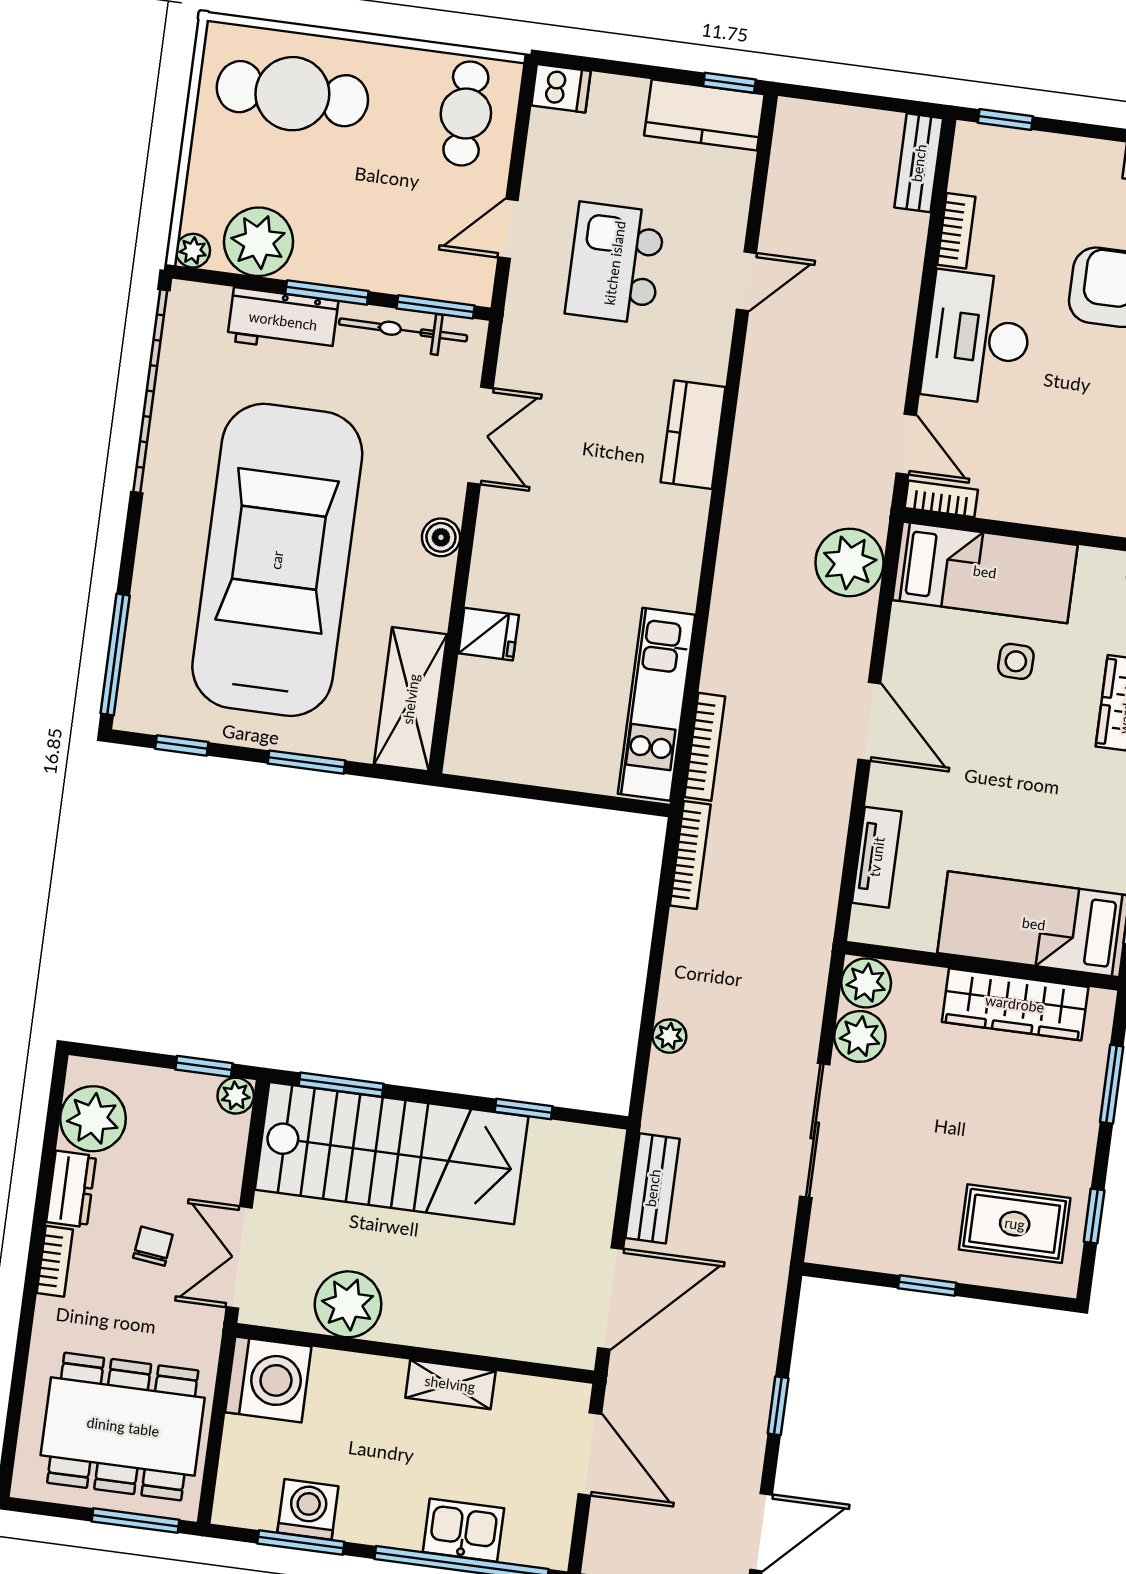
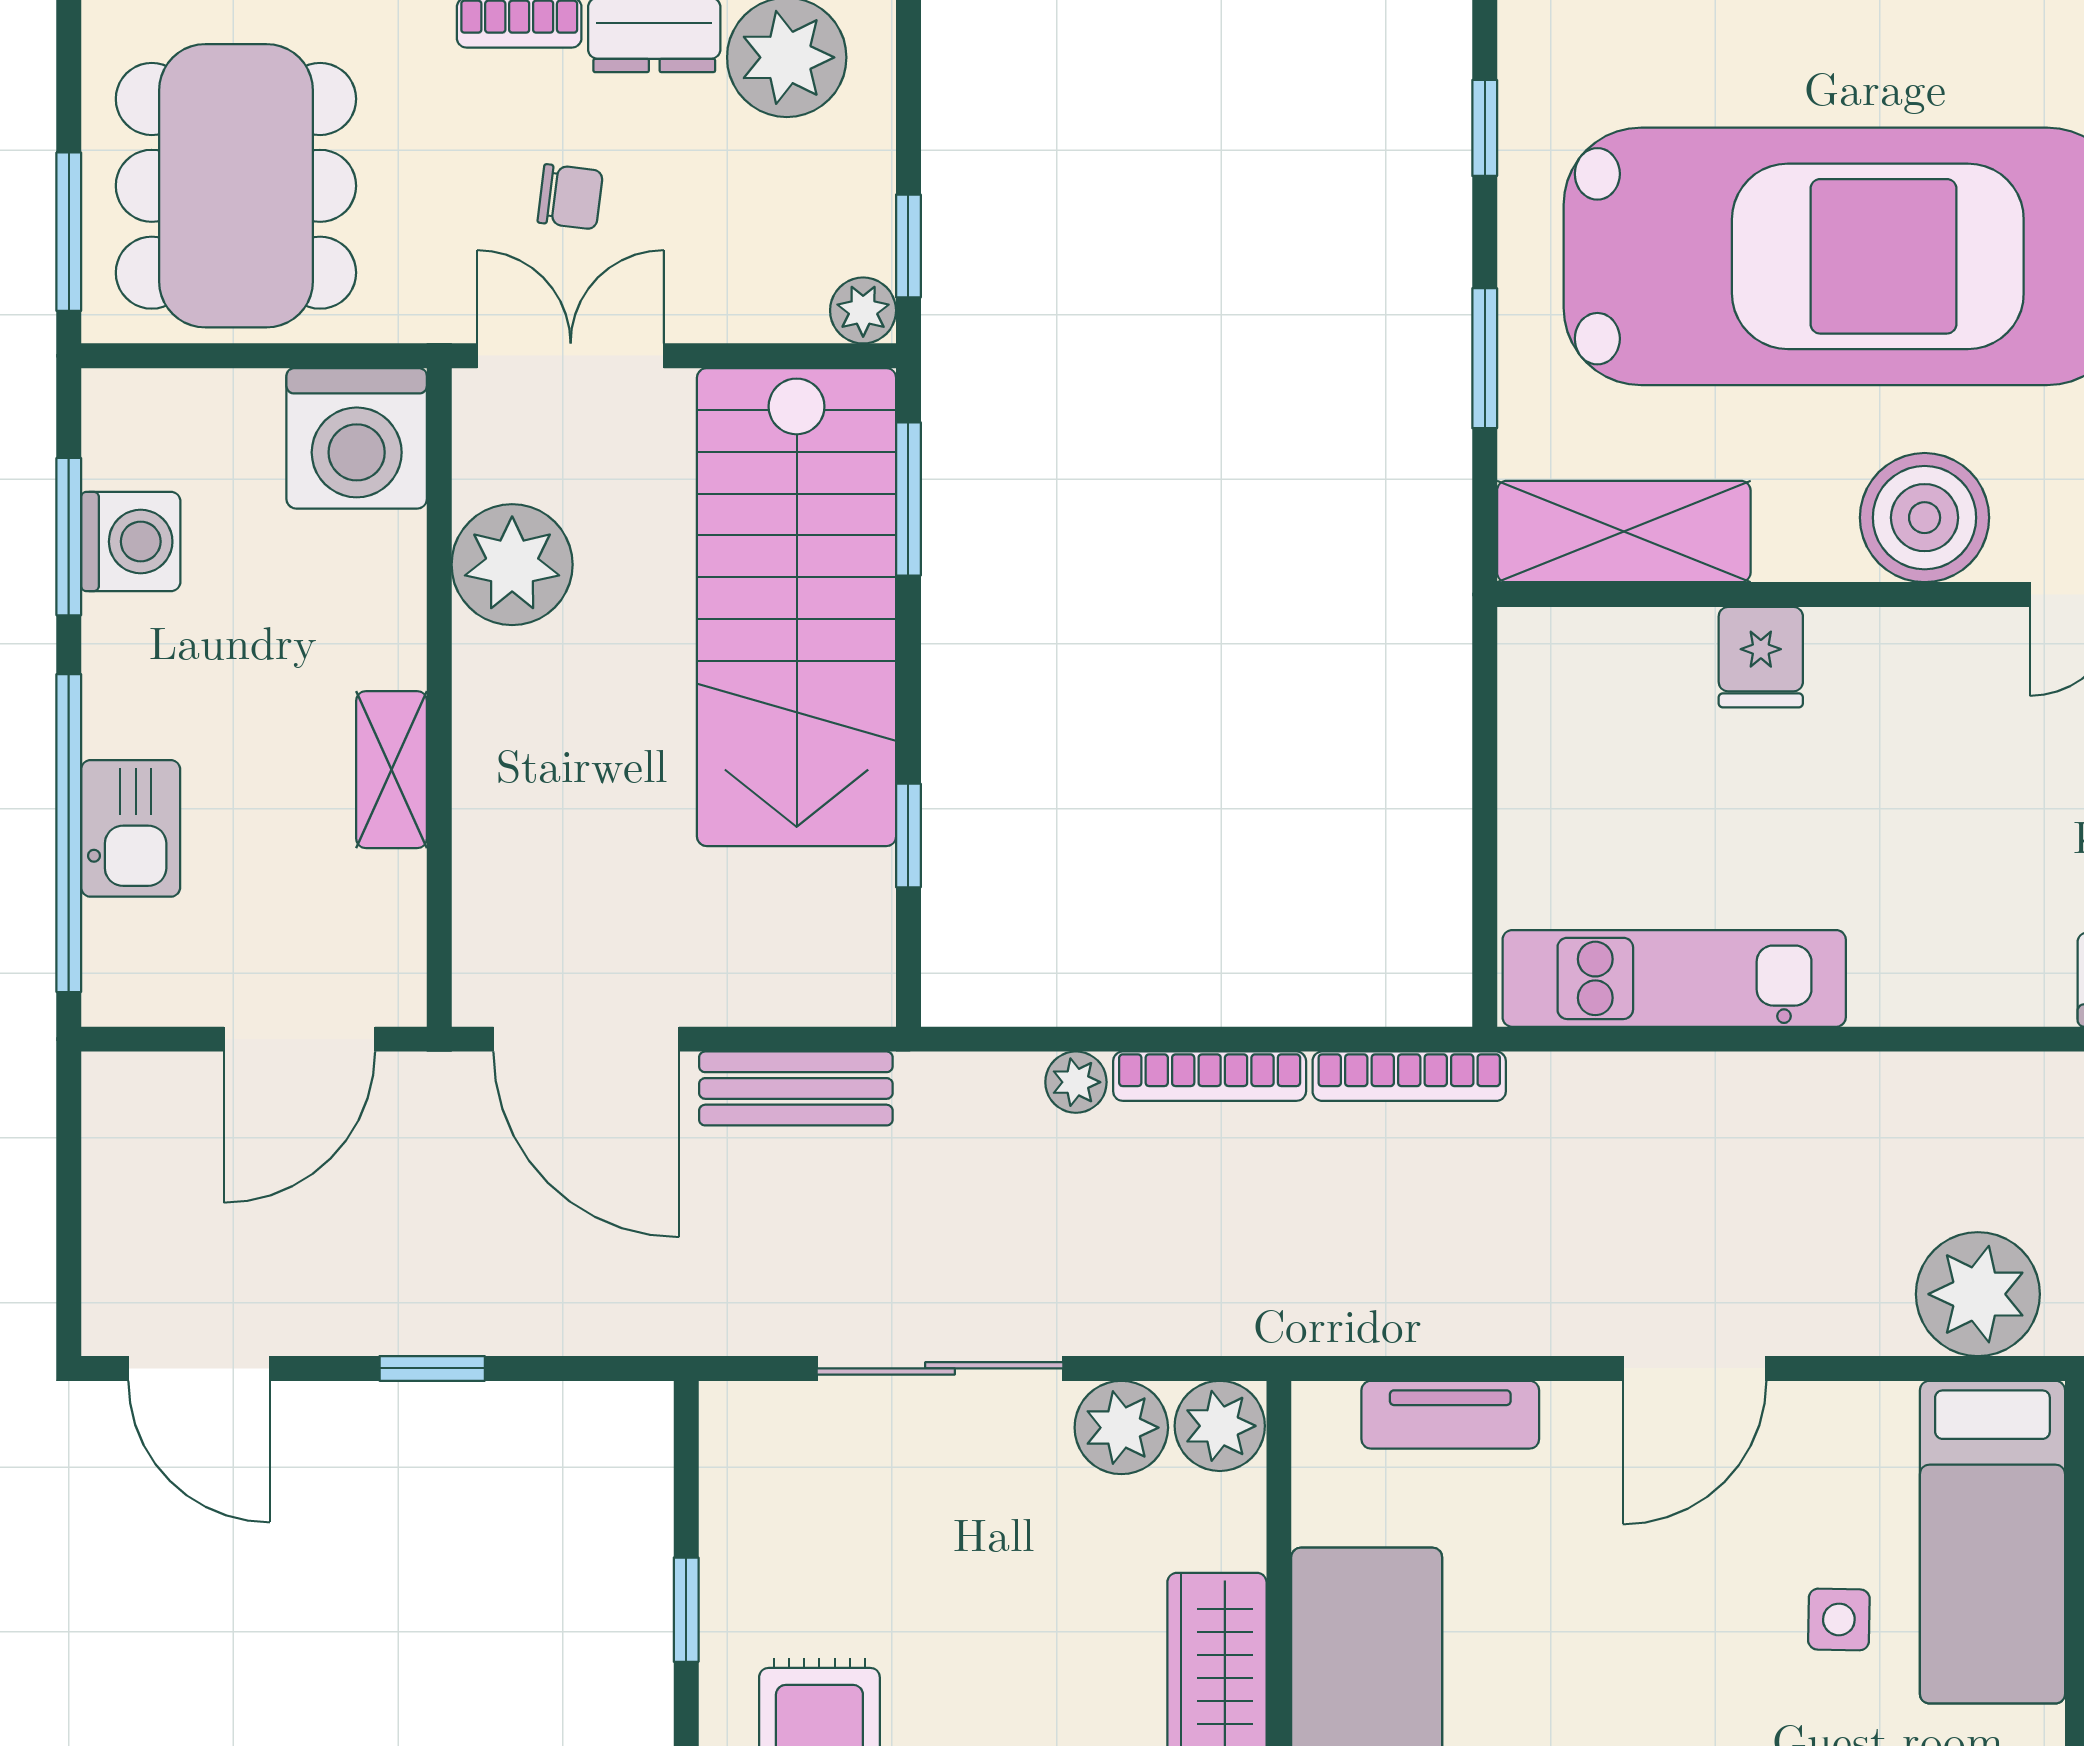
boiler: (441, 537) -> (1925, 518), width x1.86, depth x1.86
bookcase: (705, 747) -> (1210, 1076), moved

